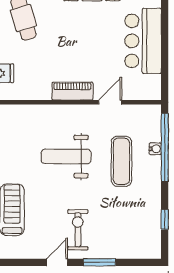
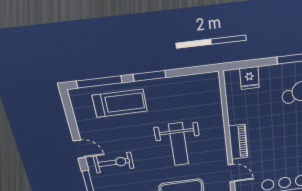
weight bench: (66, 157) -> (179, 144), turned 180

